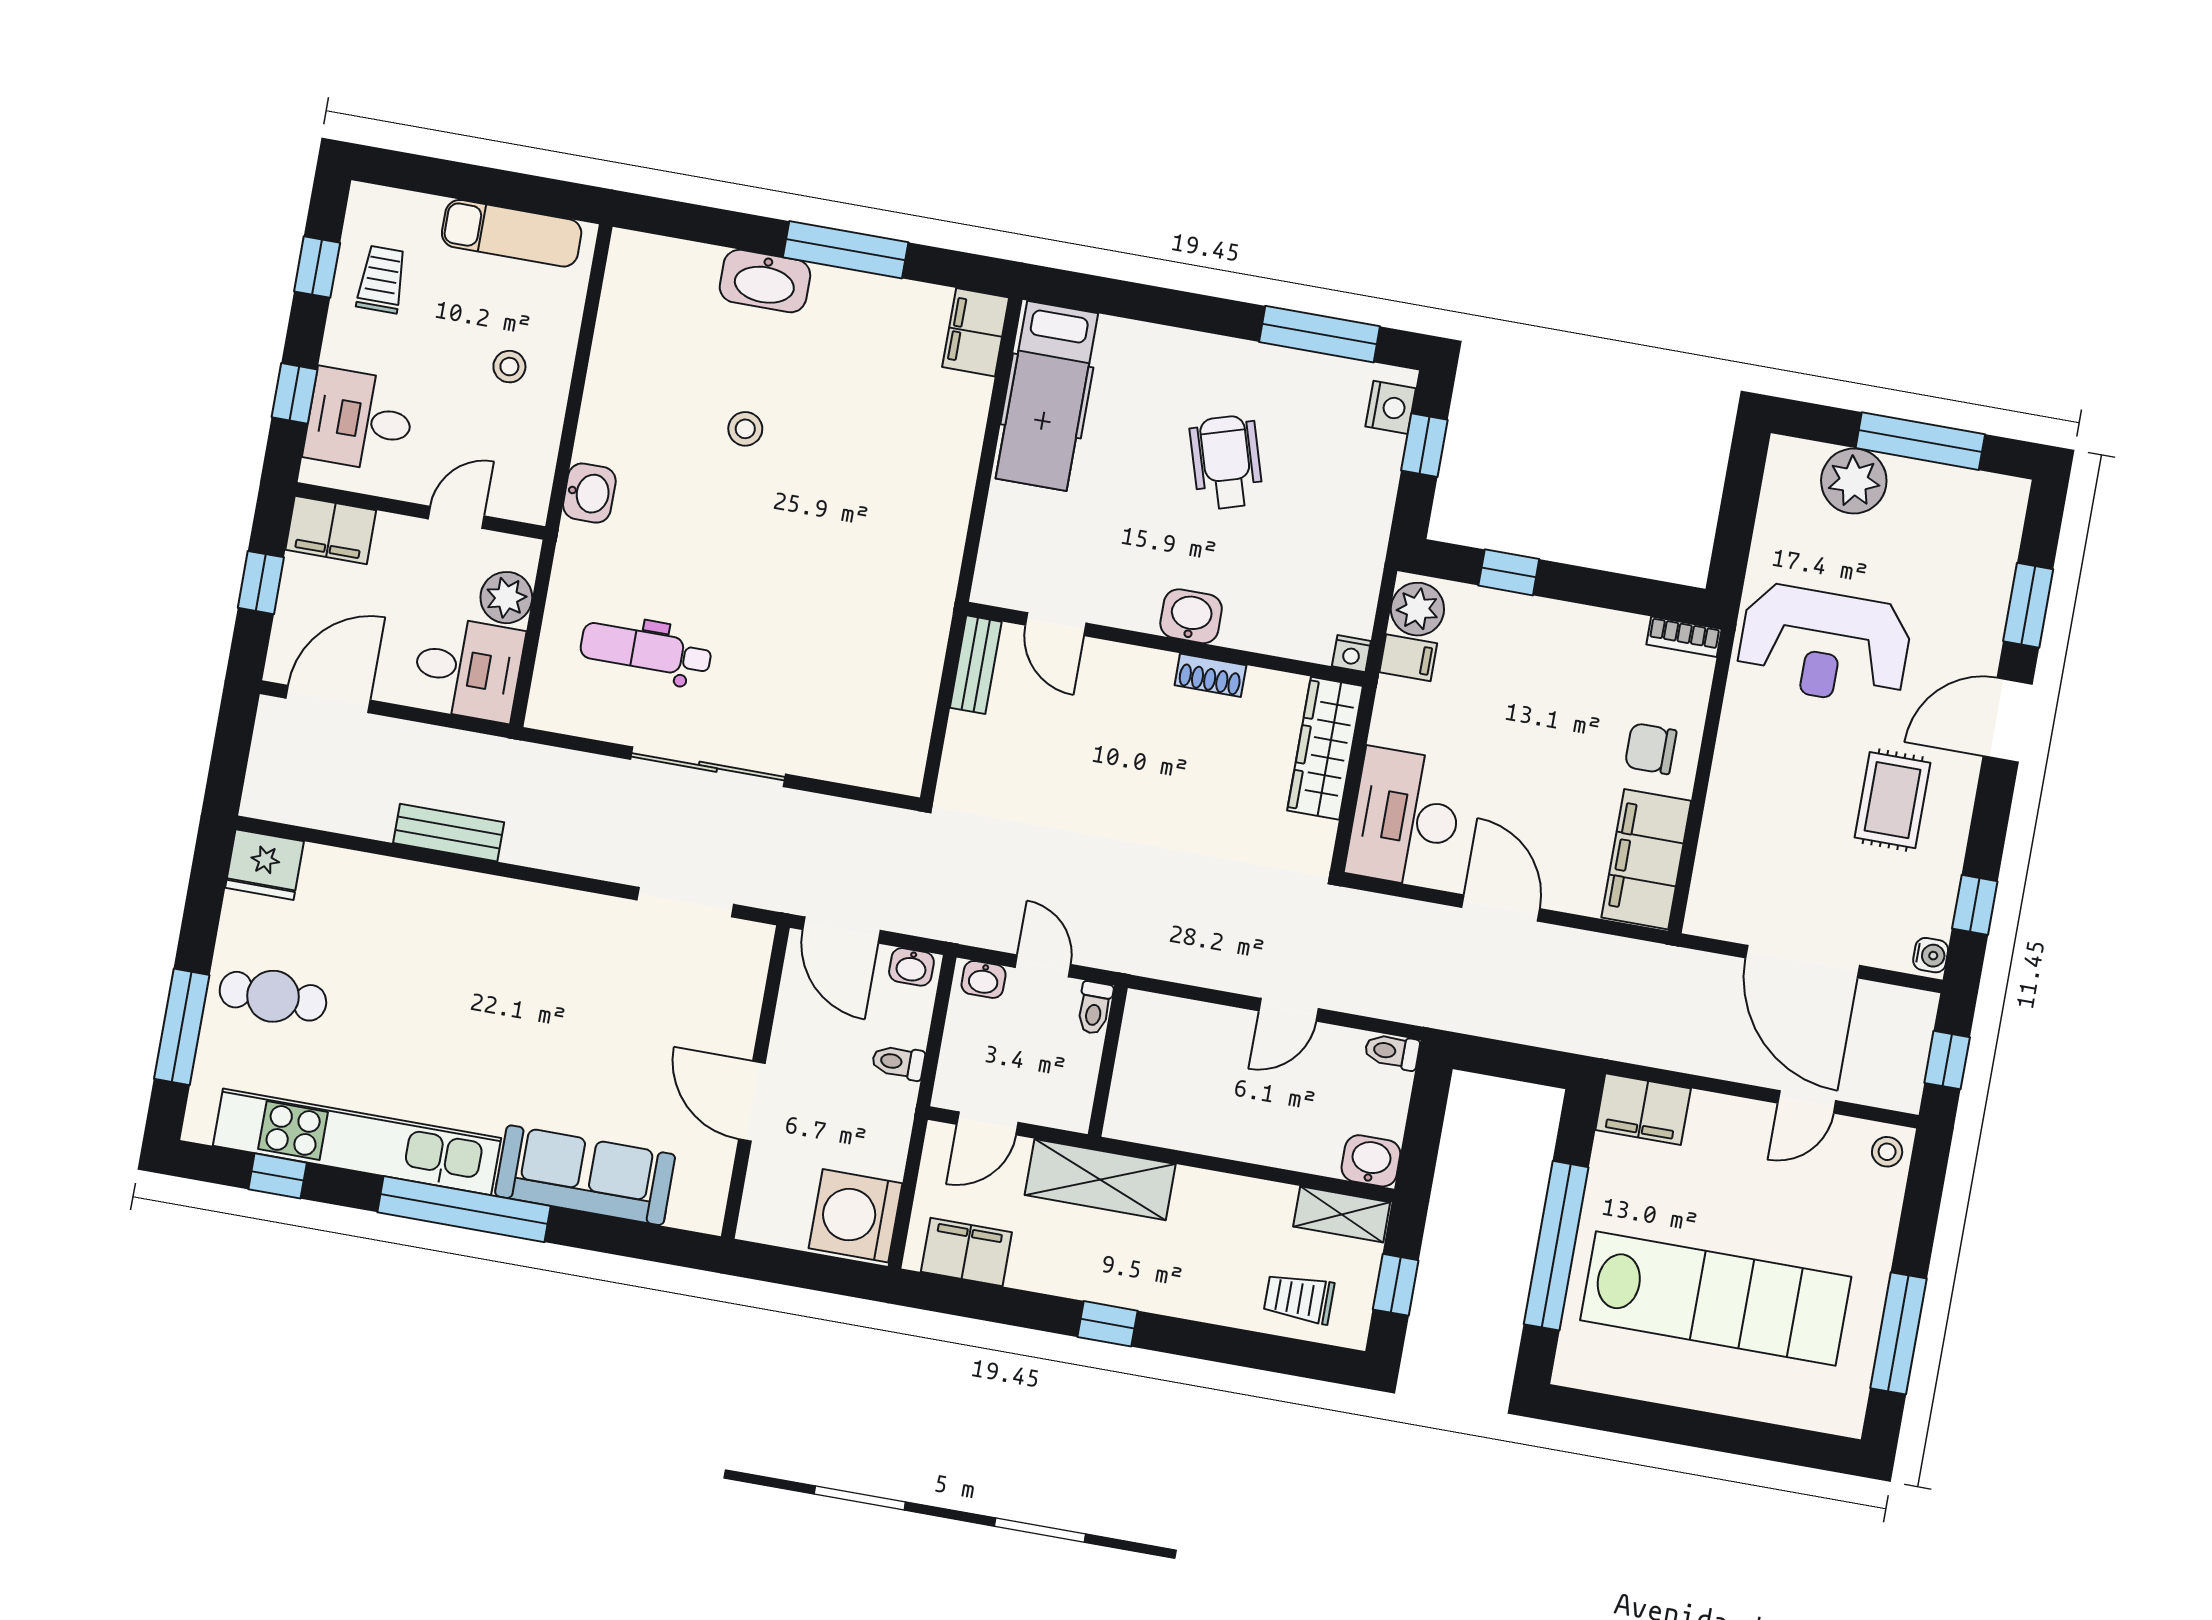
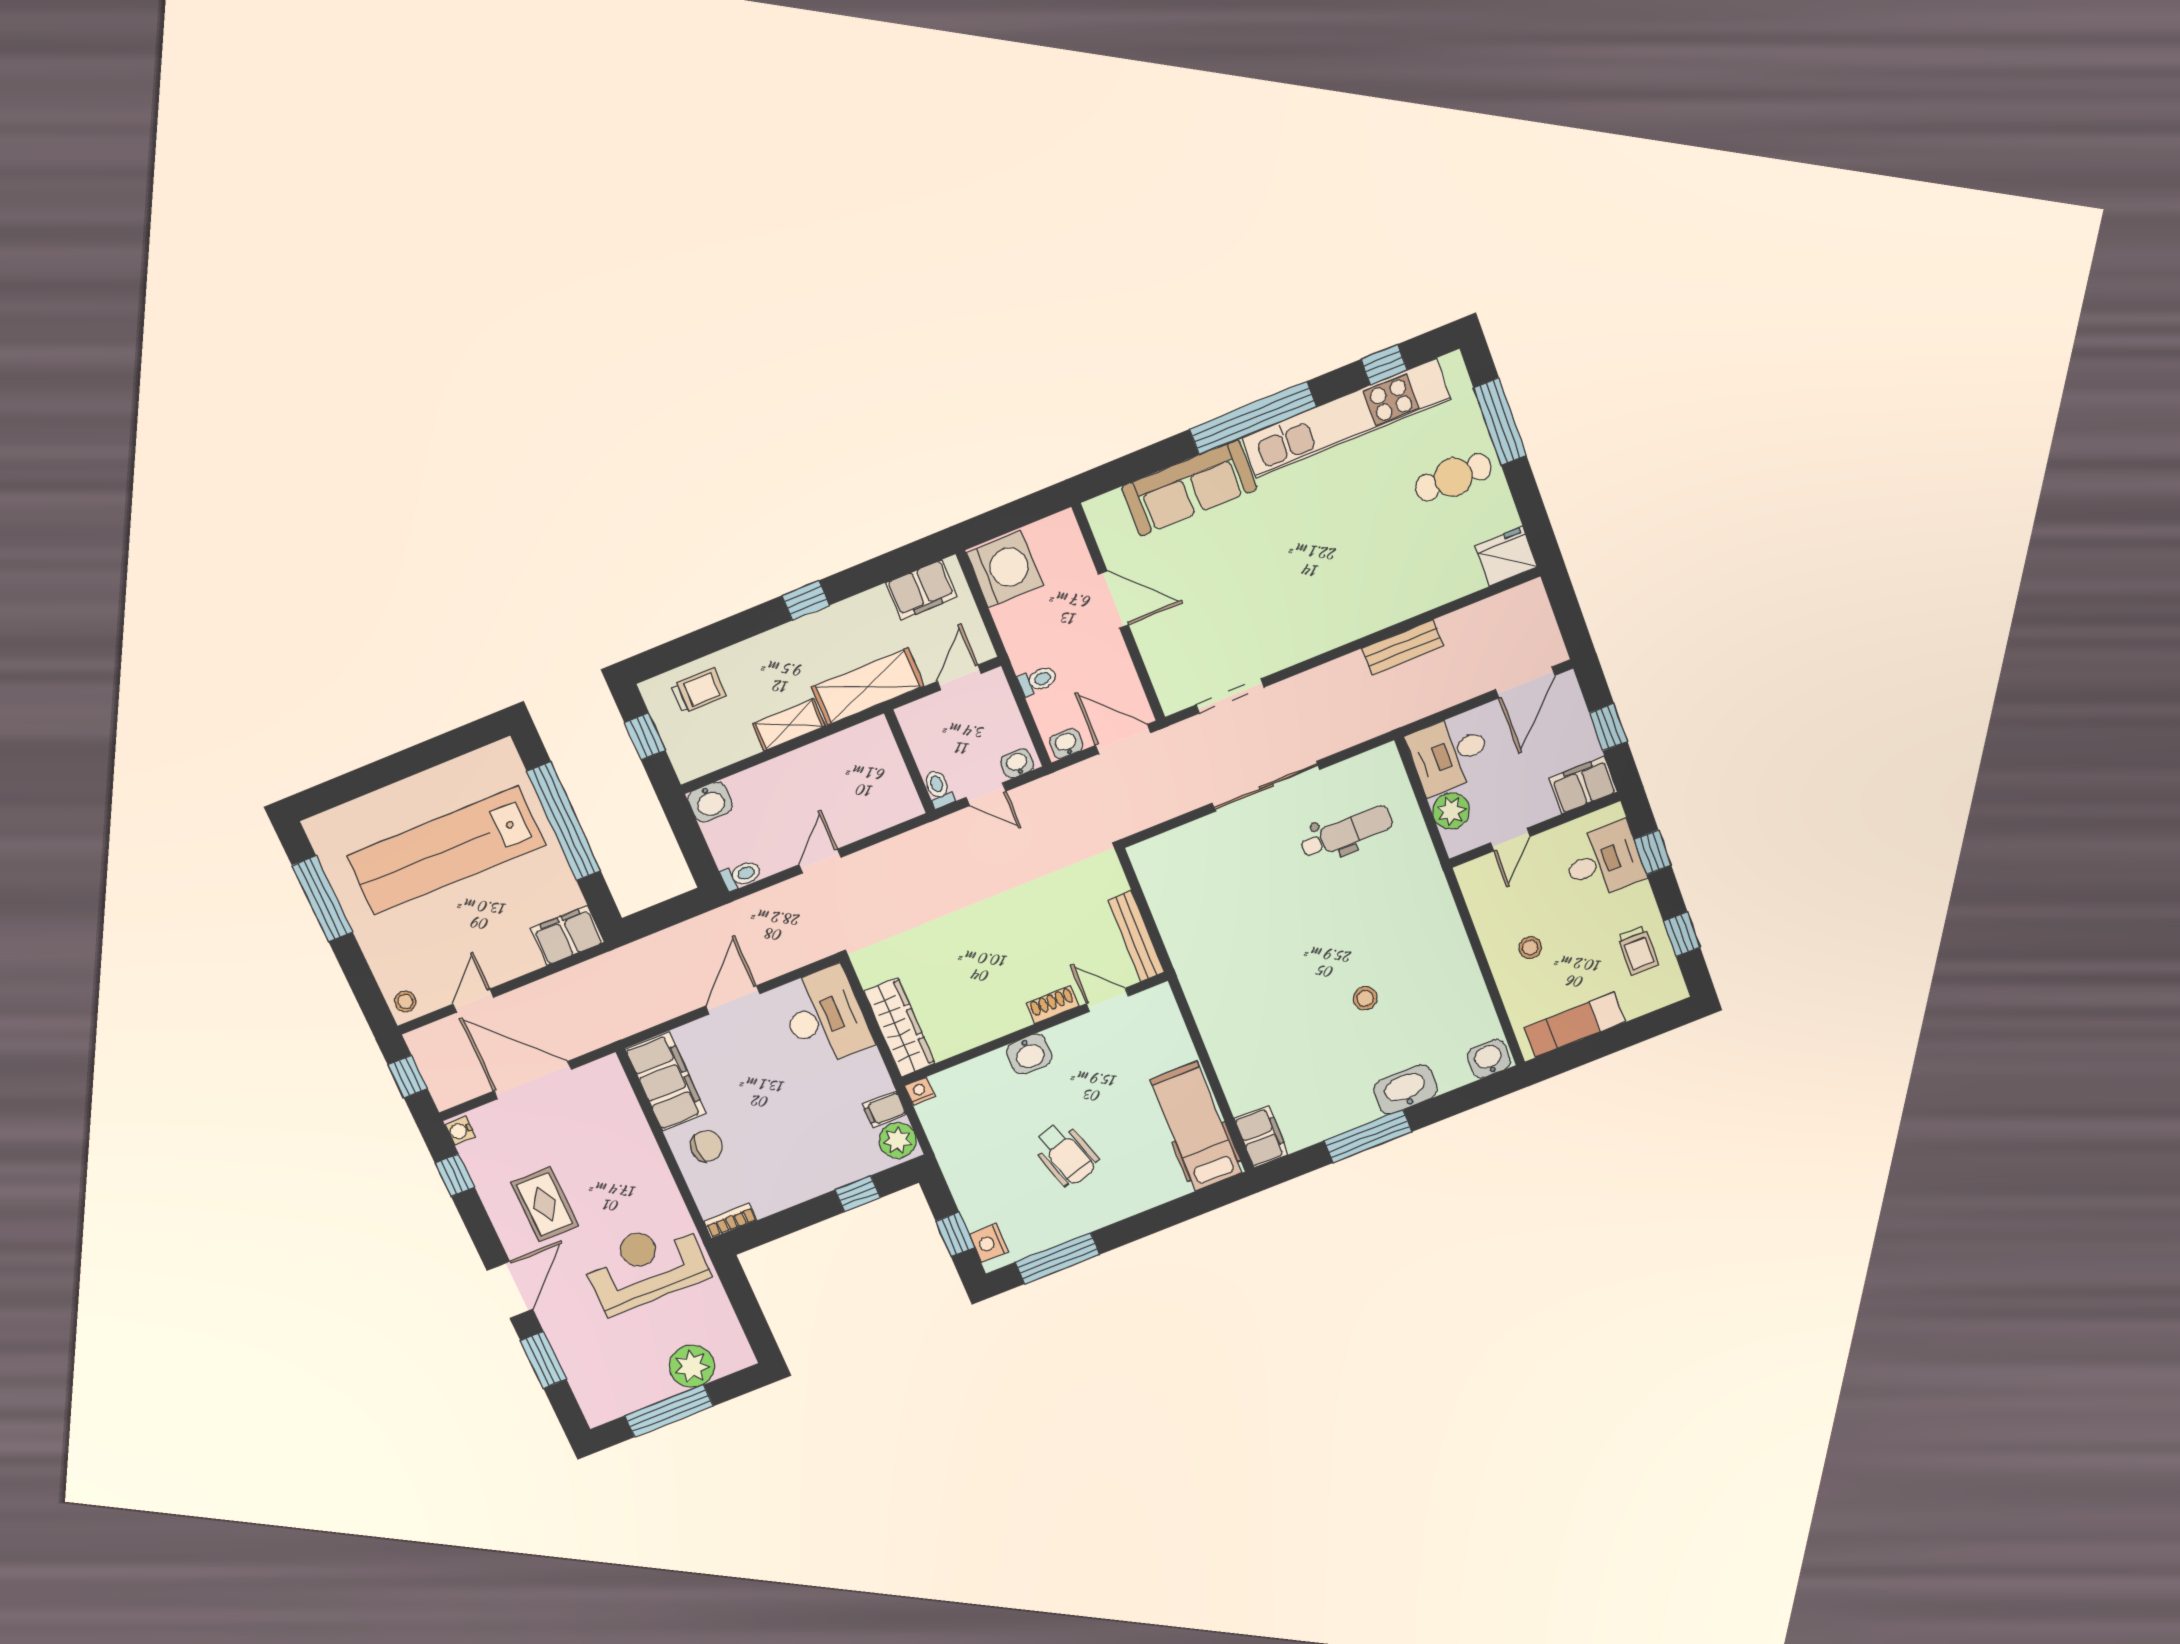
washbasin: (589, 493) -> (1489, 1059), moved, turned 90
bench: (976, 665) -> (1136, 936), width x1.36
shoe rack: (1210, 675) -> (1053, 1005), moved
door: (1501, 908) -> (733, 1000), swing flipped
shelving: (1342, 1214) -> (789, 725), moved

